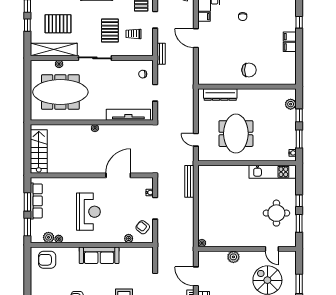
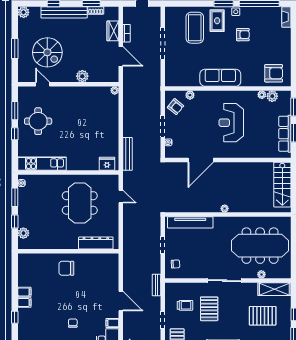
shelving: (54, 50) -> (274, 289), width x0.68
fridge: (209, 172) -> (107, 164), added

